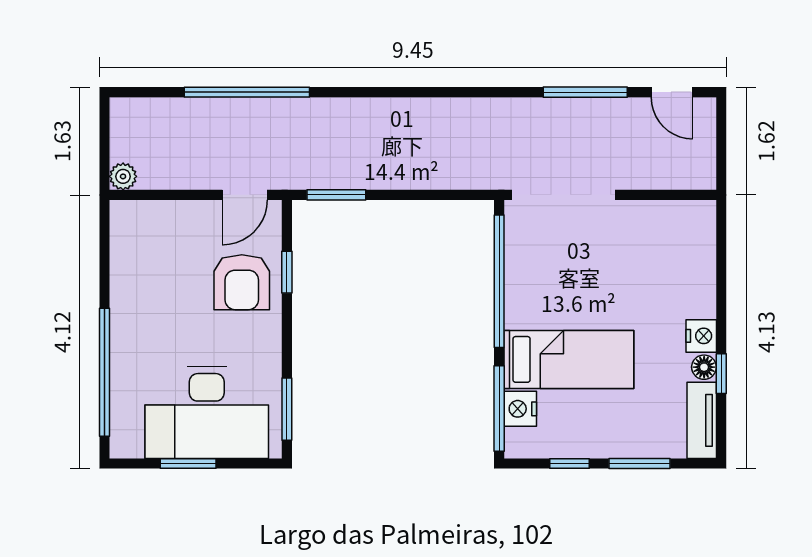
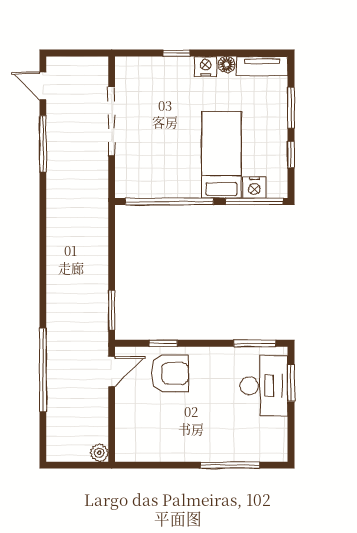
door: (672, 92) -> (43, 86), swing flipped
door: (245, 195) -> (112, 371), hinge flipped
doorway: (563, 195) -> (112, 121), moved
window: (105, 372) -> (230, 465), width x0.68
window: (721, 374) -> (177, 53), moved
desk: (207, 412) -> (264, 386), width x0.73, depth x0.77
window: (188, 464) -> (291, 383), moved

